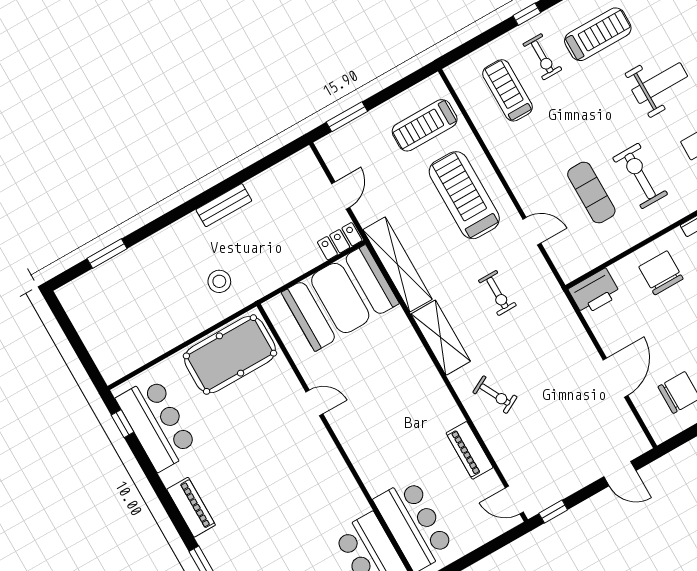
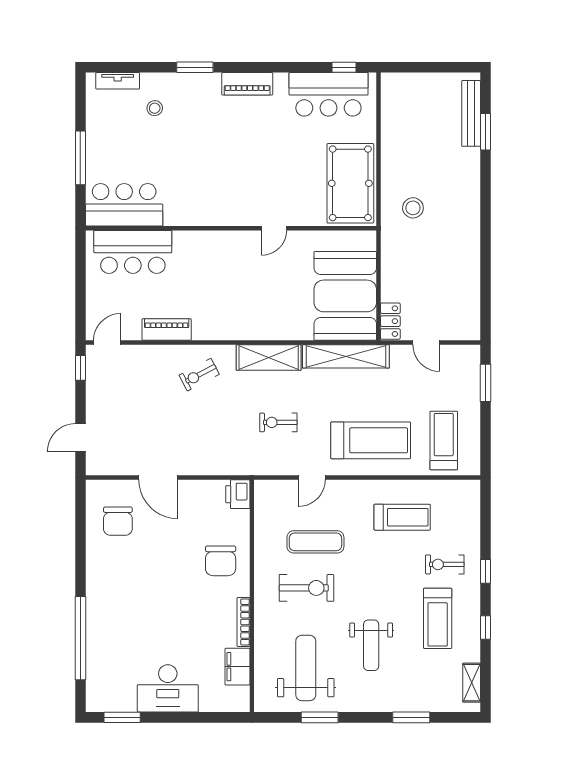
treadmill: (508, 90) -> (402, 517), moved
bench: (224, 205) -> (471, 113), moved, width x1.36
chair: (661, 273) -> (221, 561), turned 90
printer: (595, 292) -> (238, 494), width x0.73, depth x0.84

